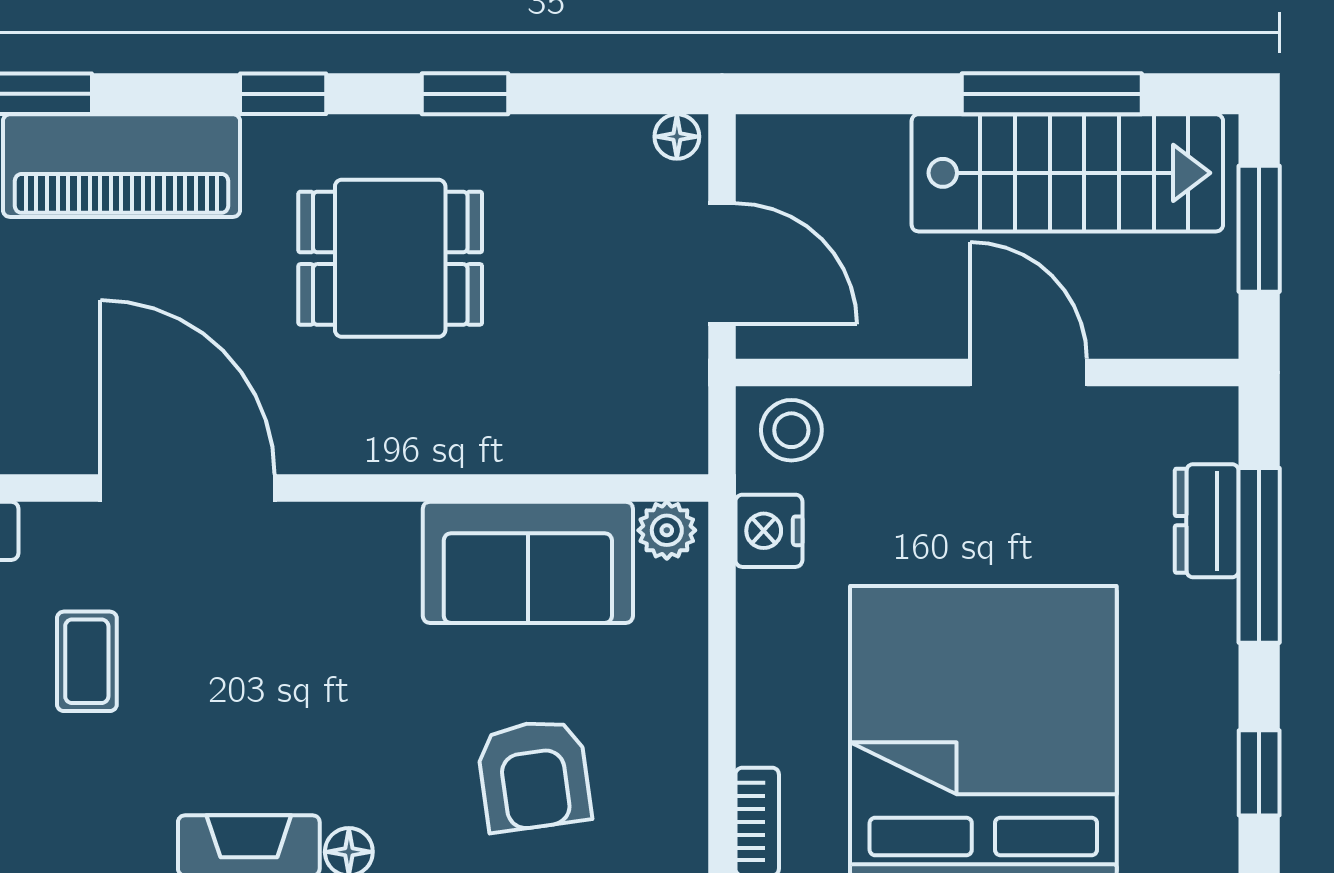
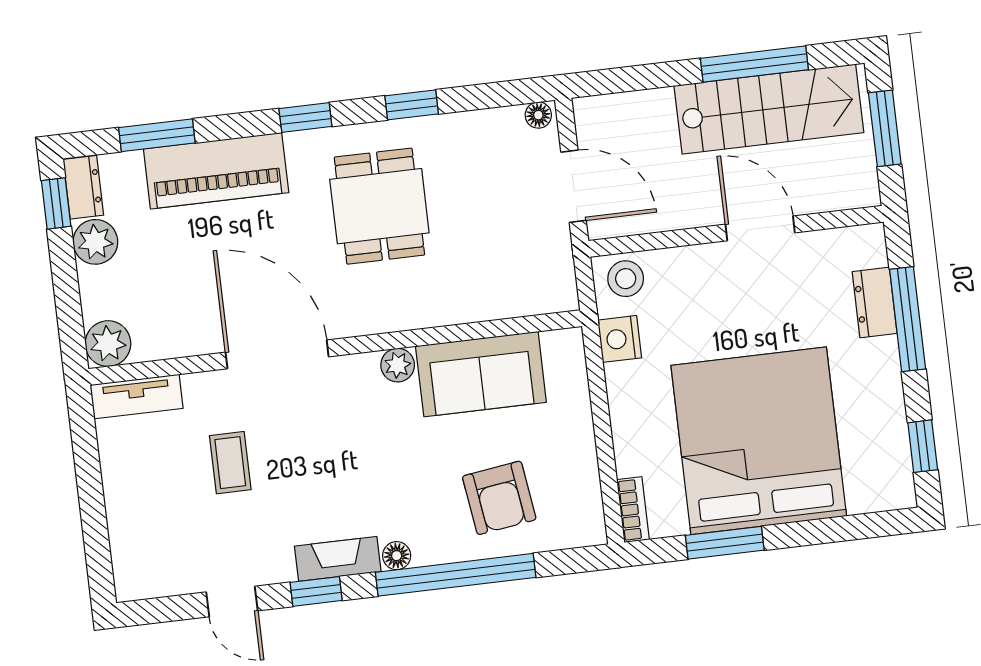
dining table: (390, 258) -> (379, 206), turned 90
plant: (667, 530) -> (398, 365), moved

